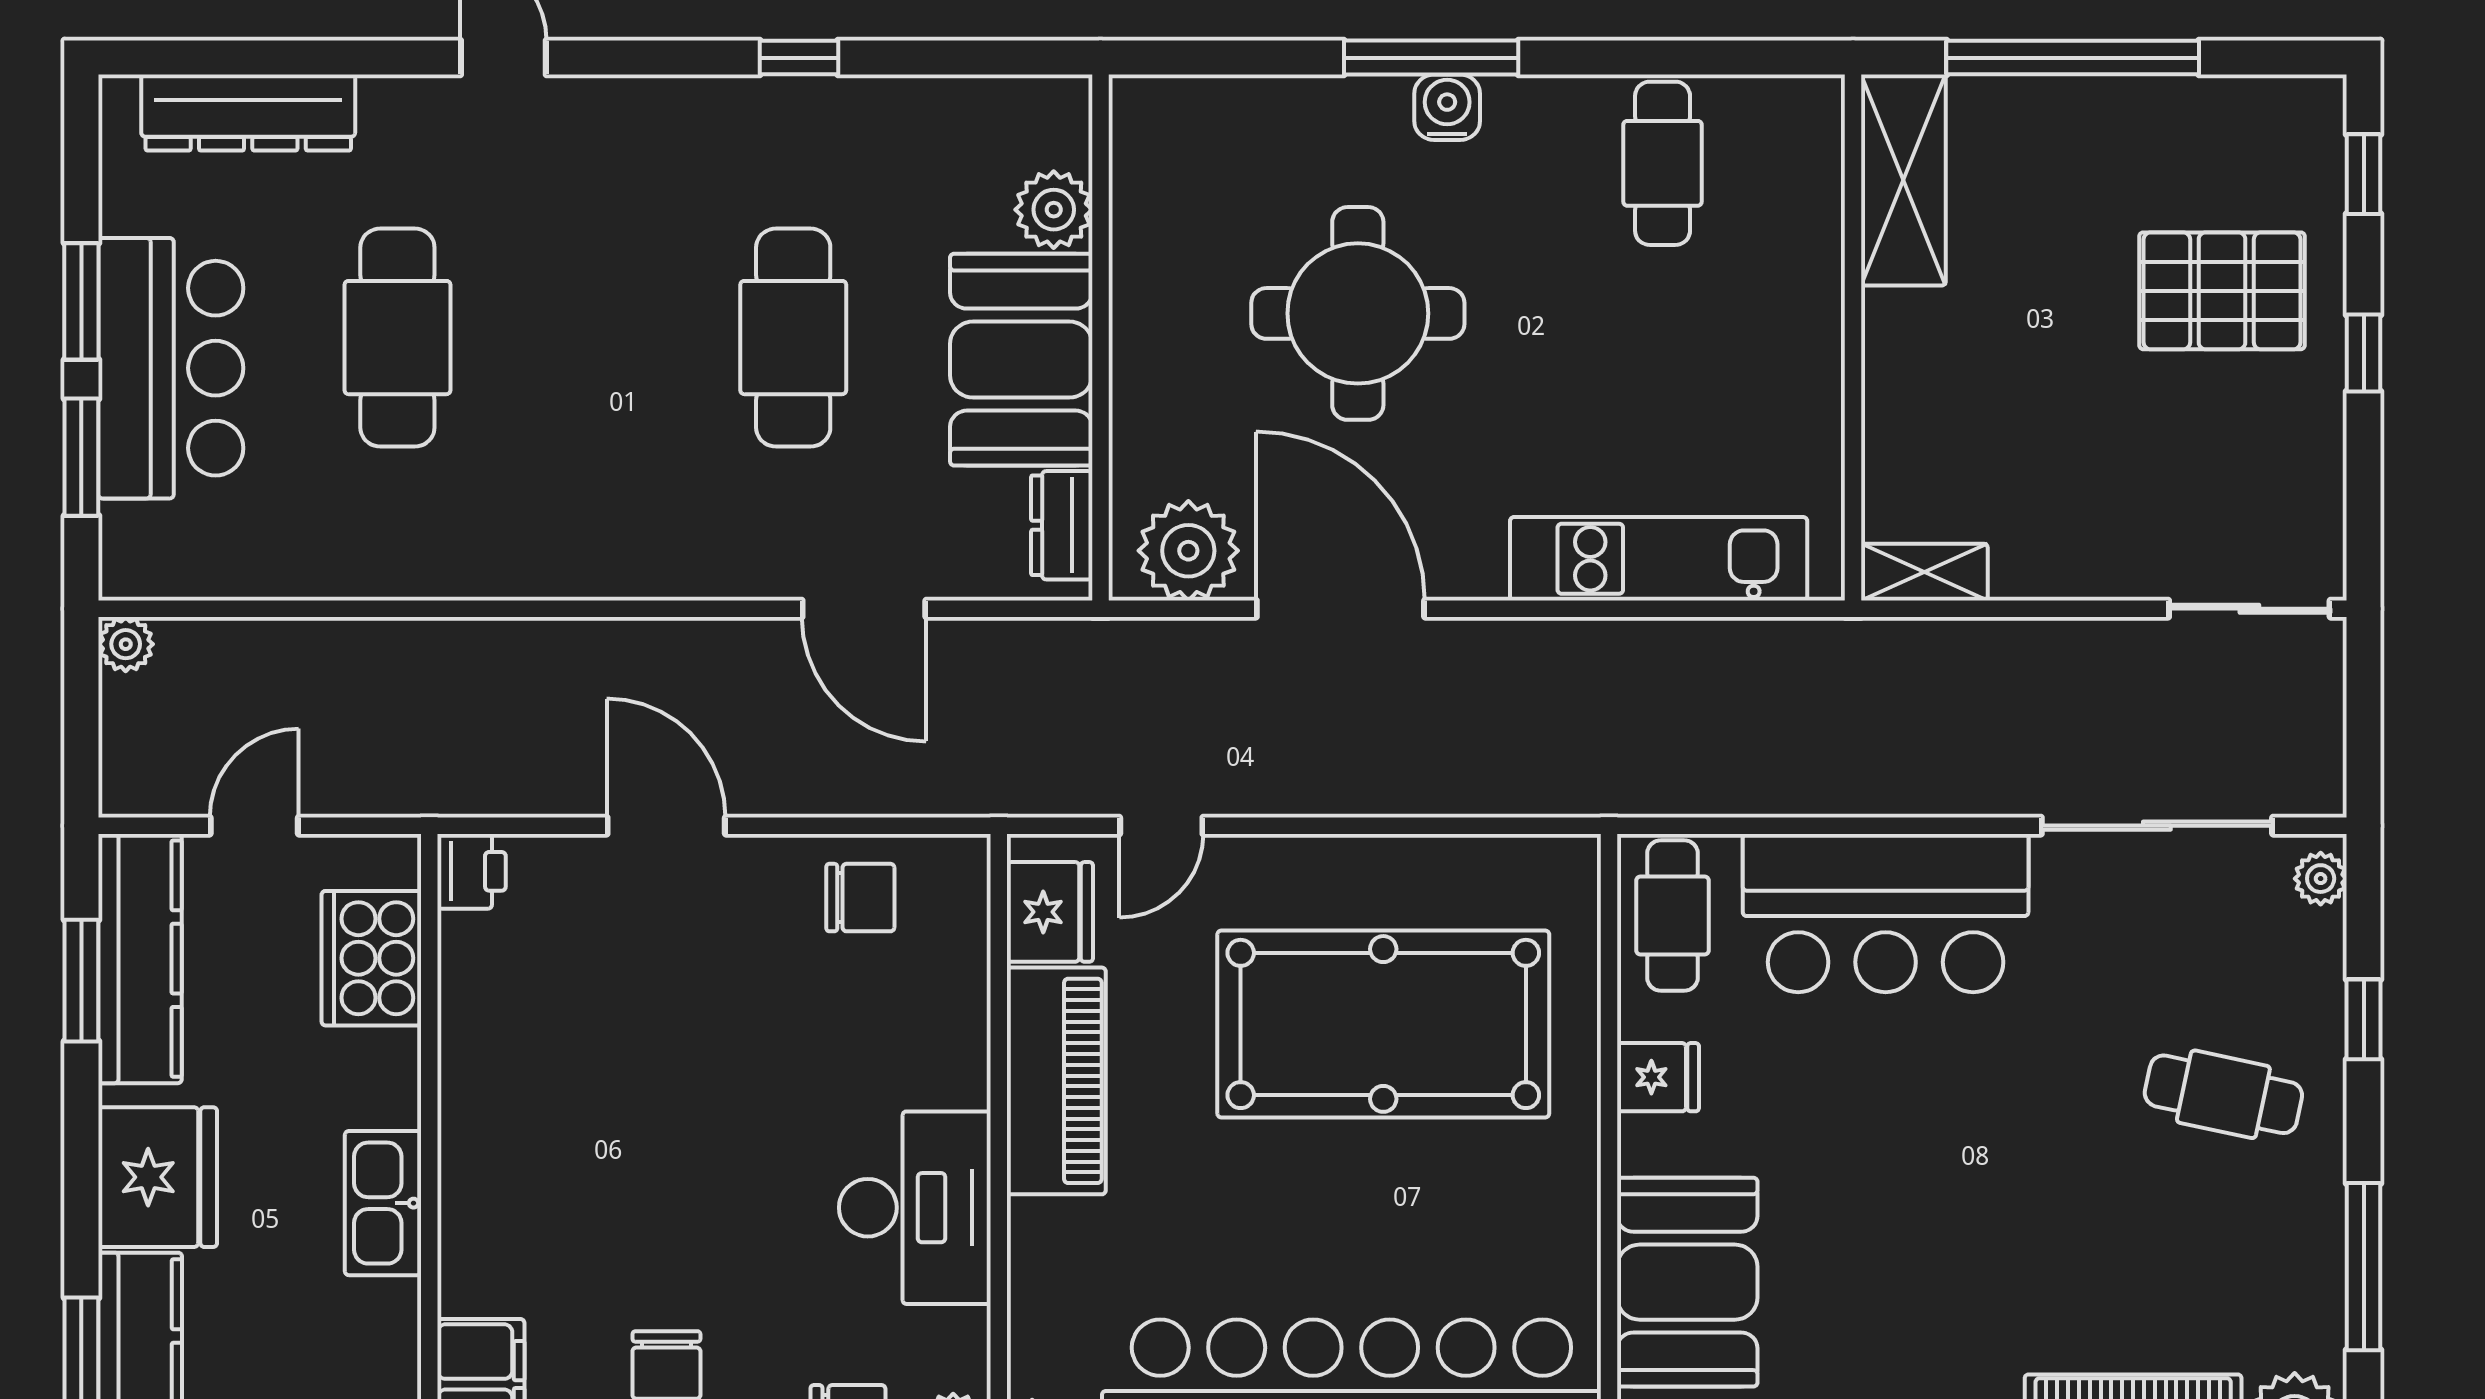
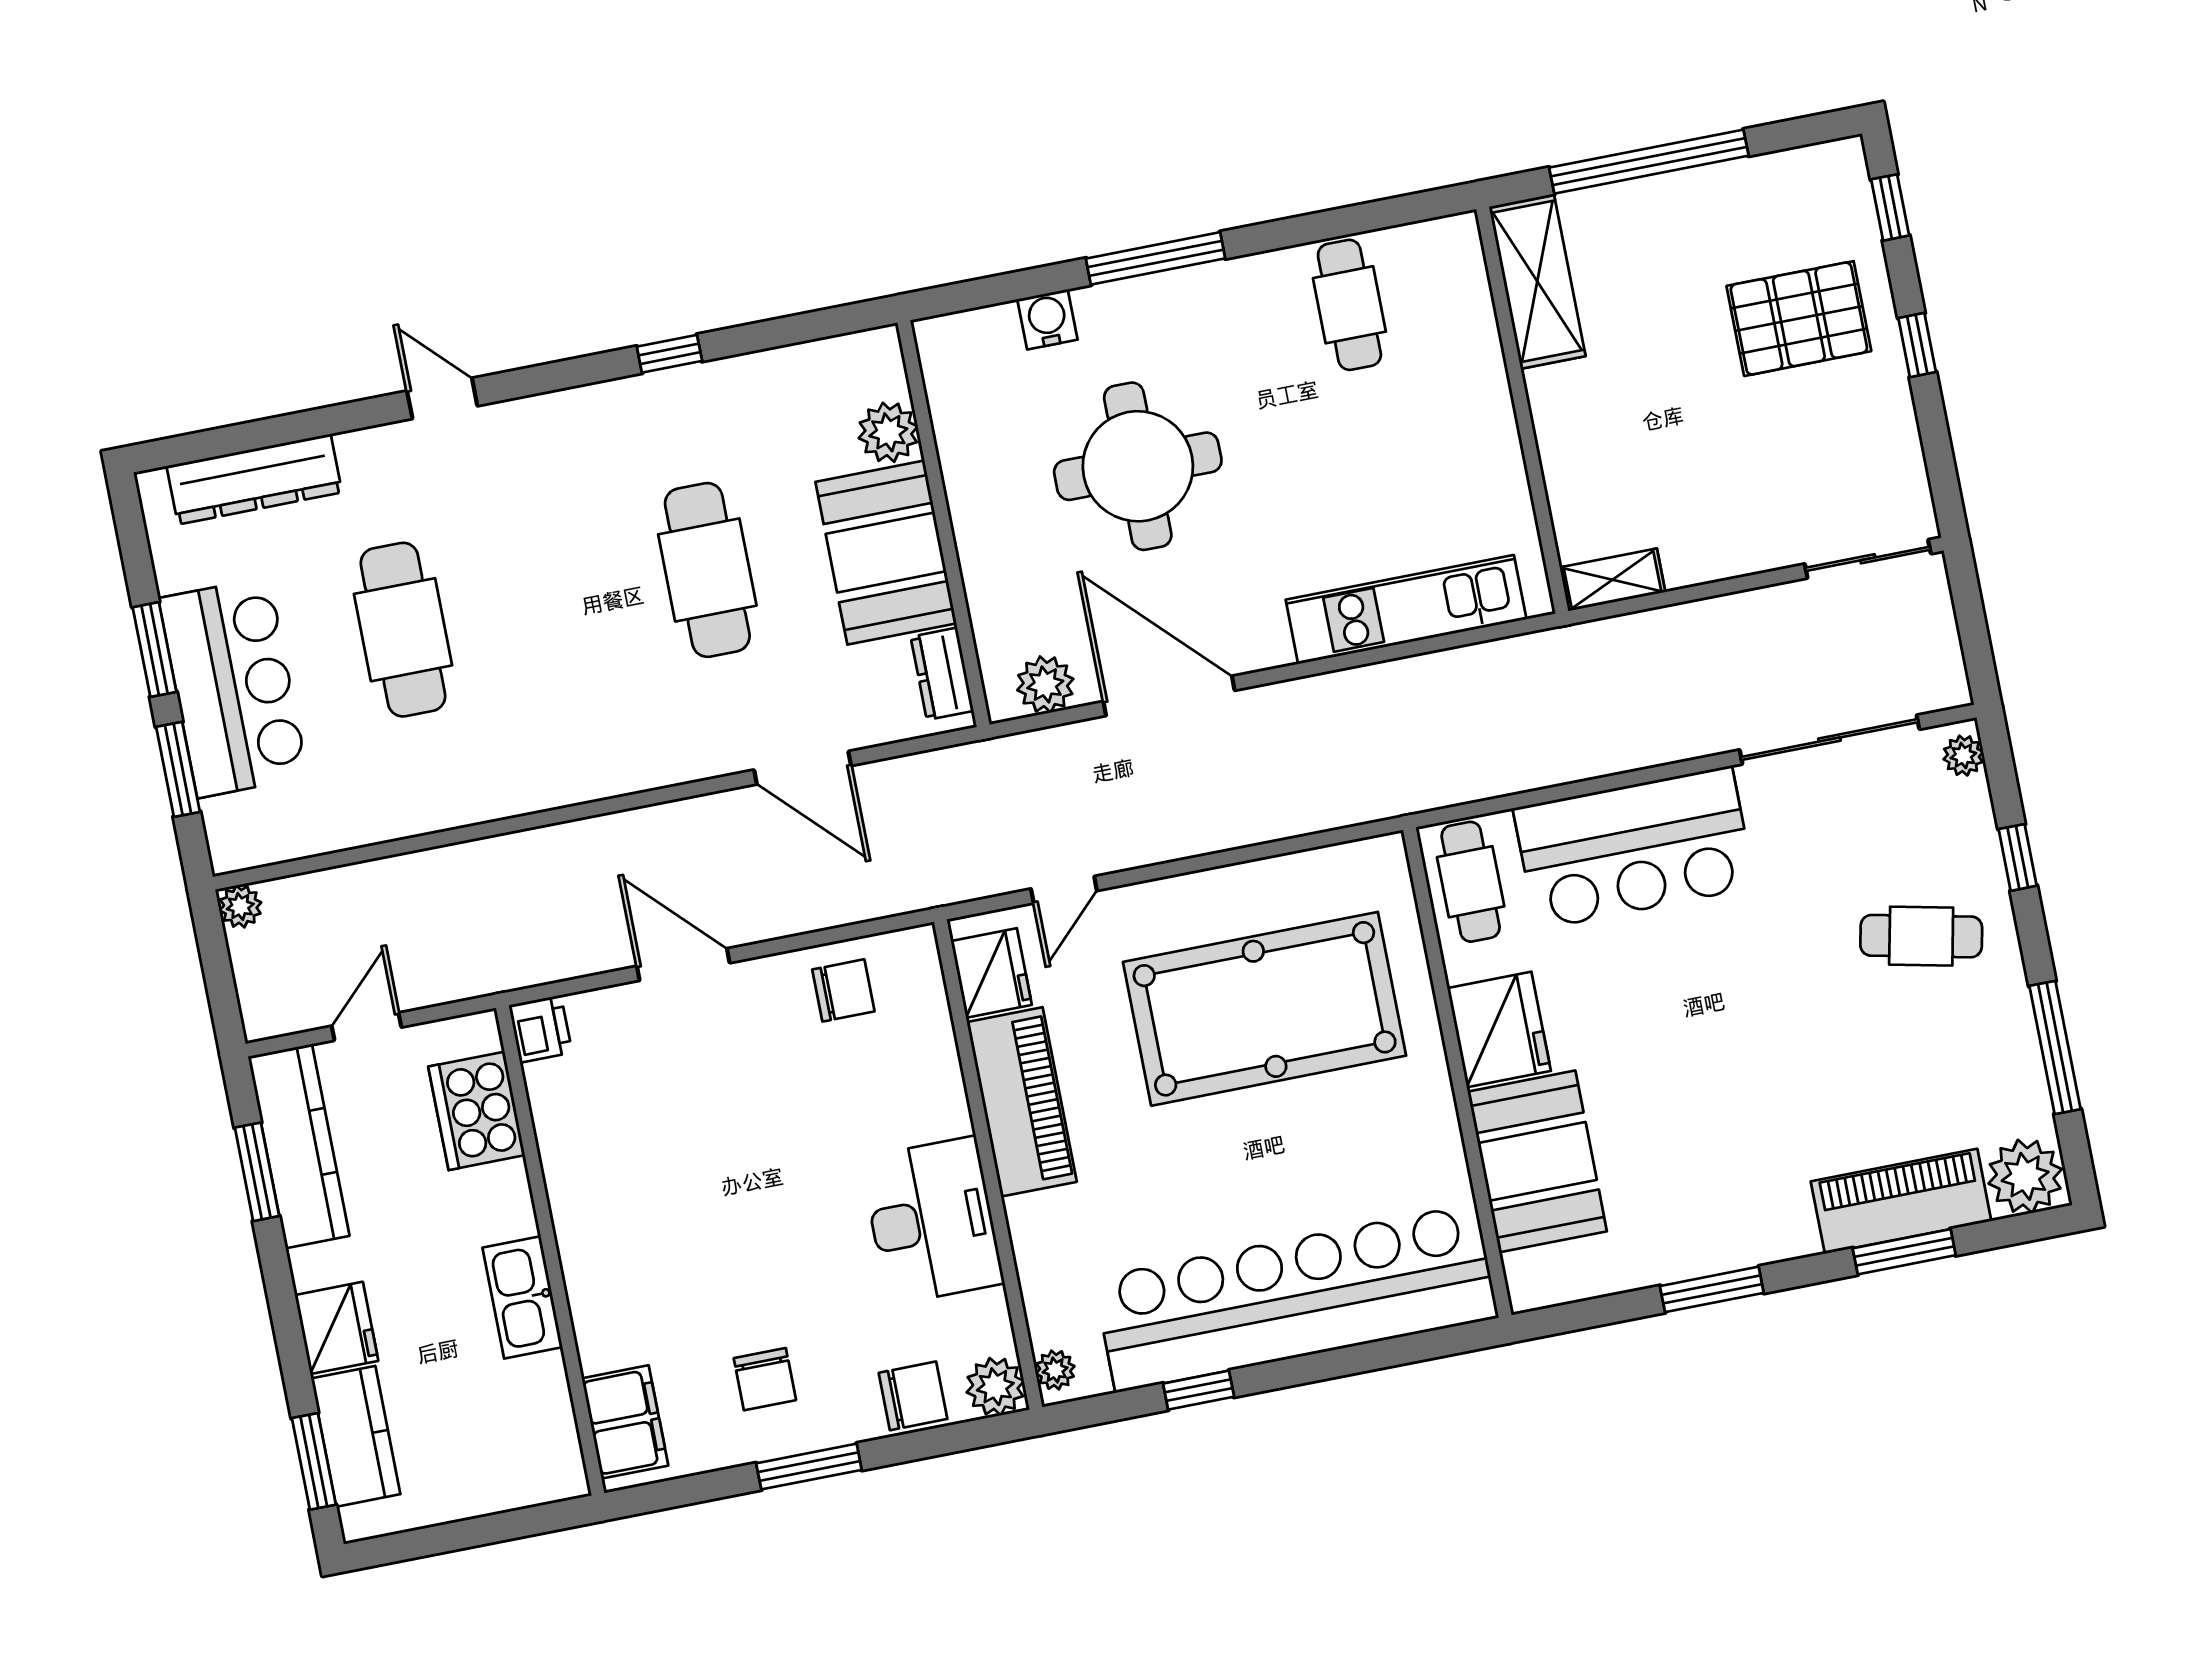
water cooler: (1447, 107) -> (1047, 319), moved
plant: (1188, 551) -> (1045, 684), width x0.73, depth x0.73
fridge: (1658, 1077) -> (1499, 1029), width x1.88, depth x1.34
fridge: (158, 1177) -> (337, 1328), width x0.73, depth x0.75

